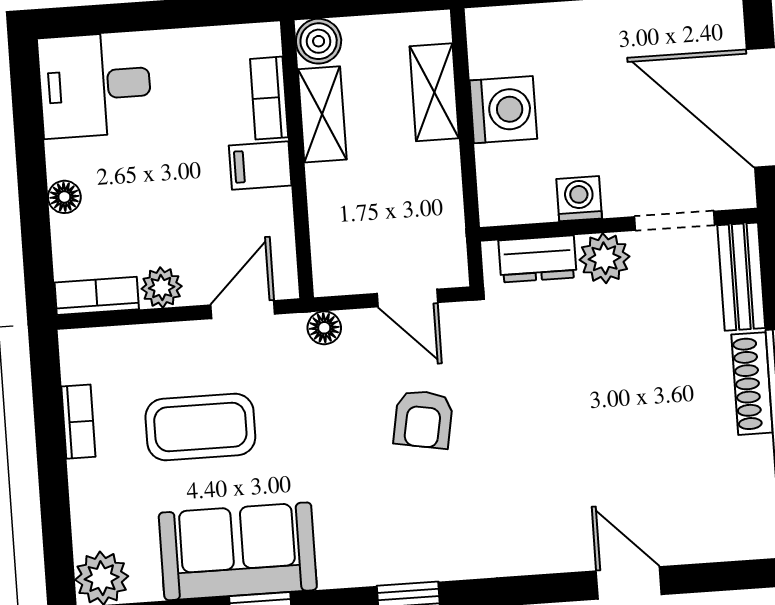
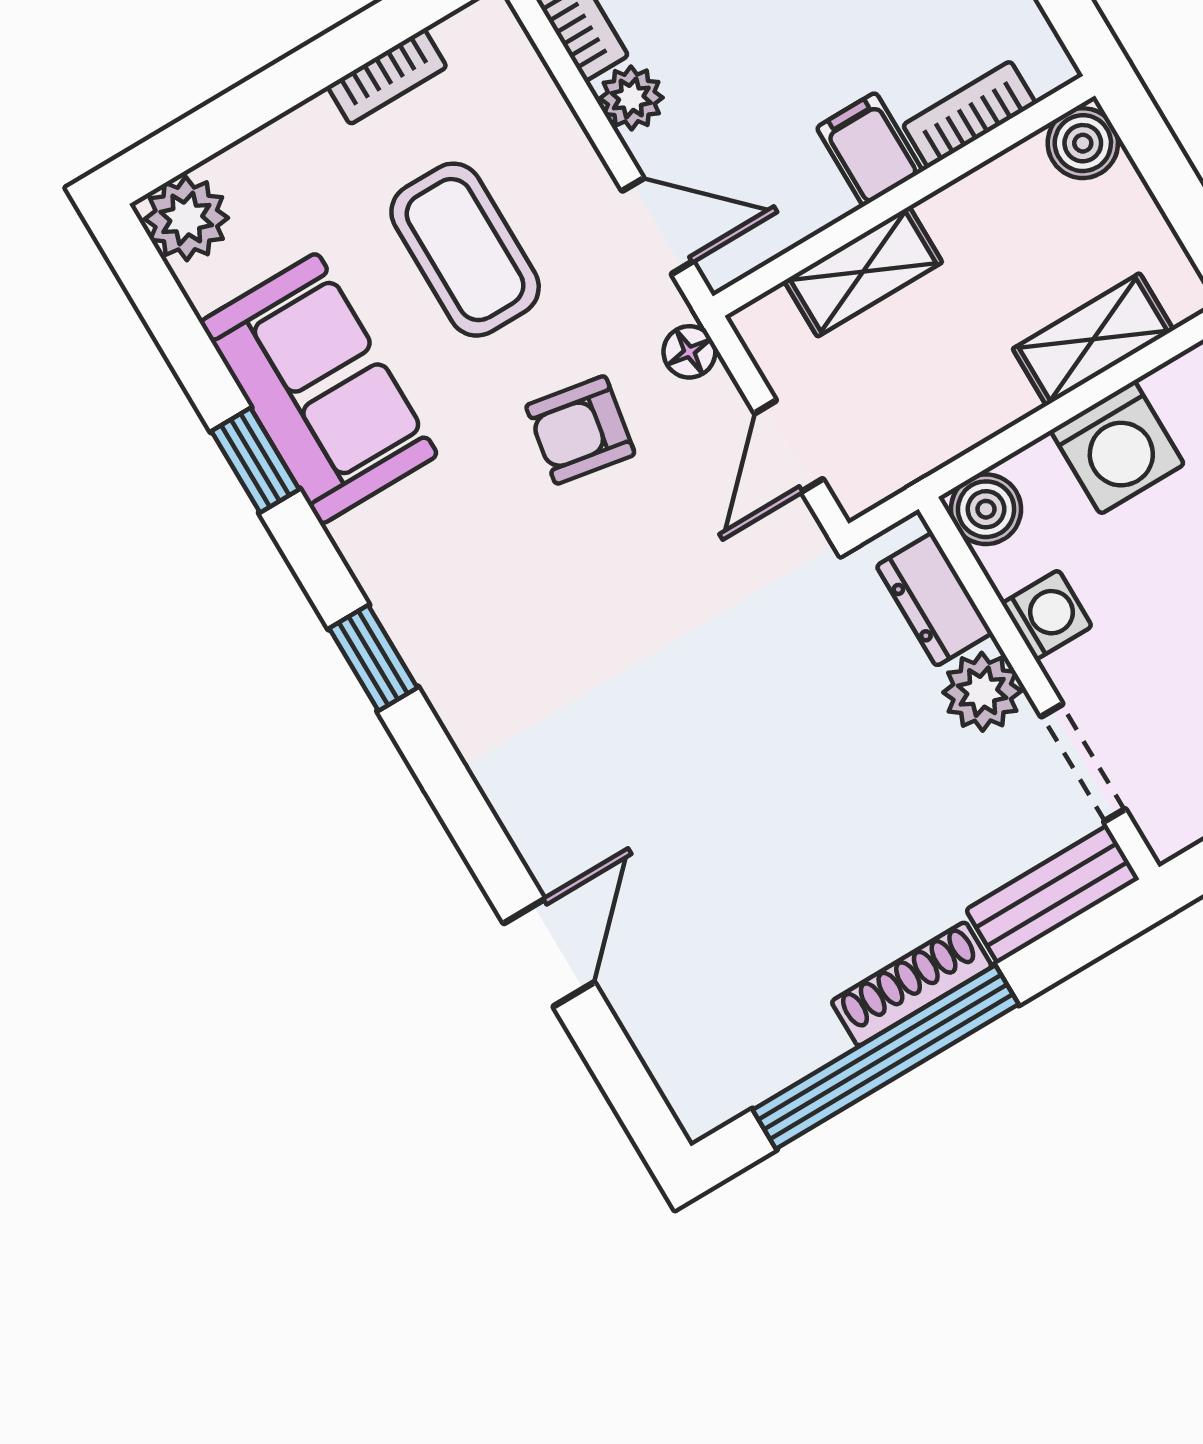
shelving: (322, 114) -> (863, 271), moved
boiler: (501, 203) -> (986, 509), added
armchair: (423, 419) -> (580, 430), moved

